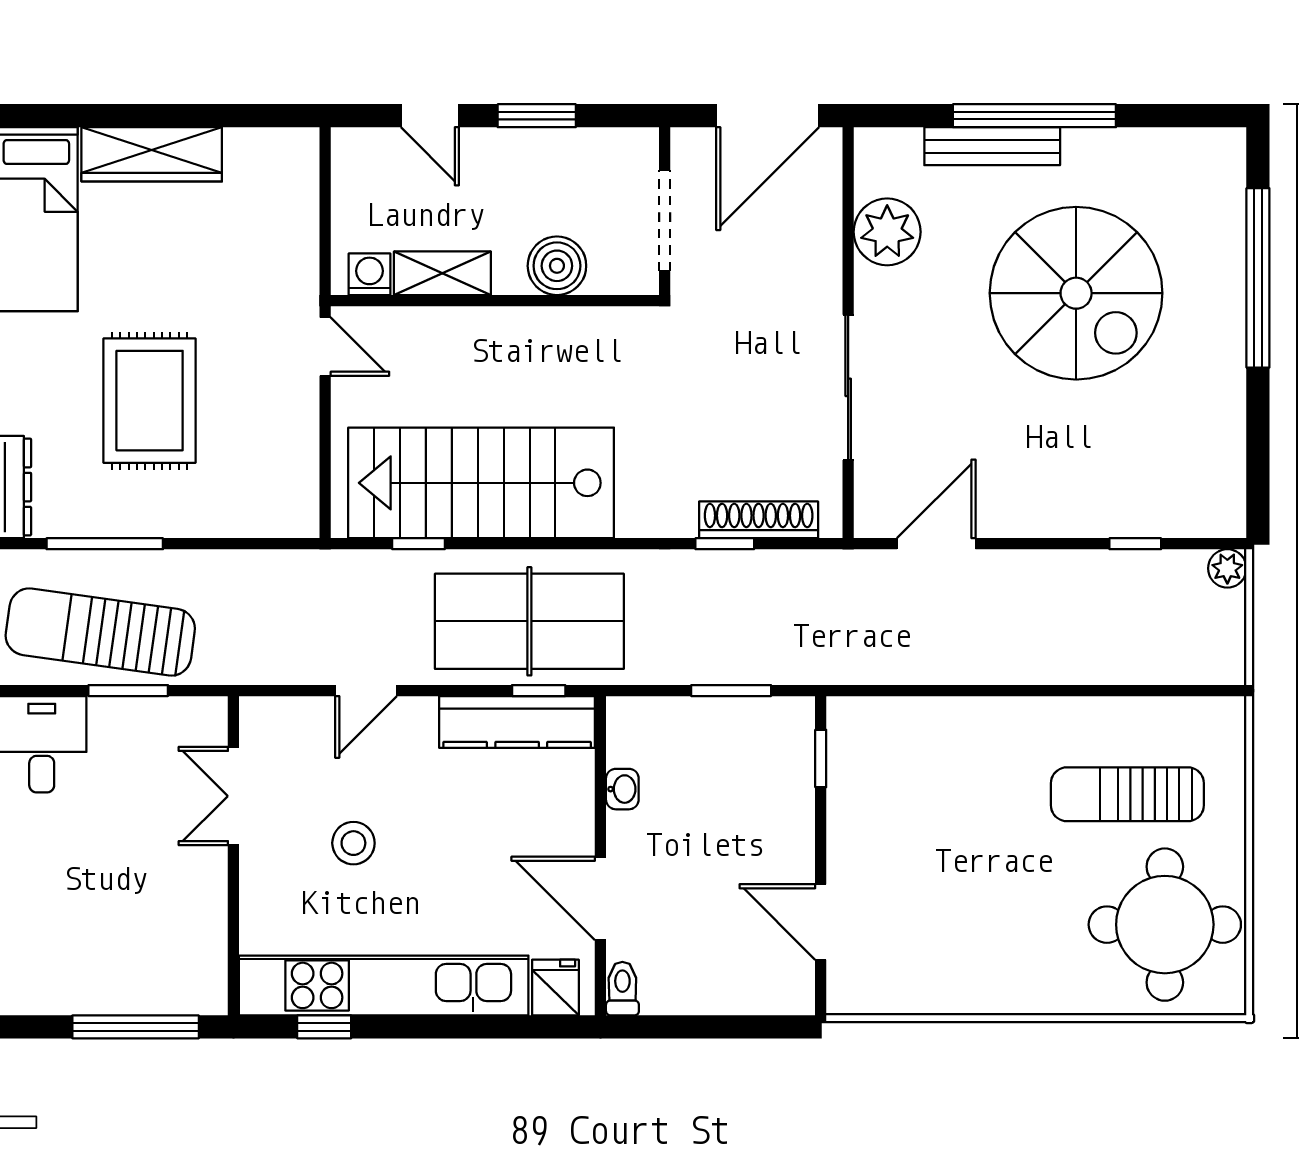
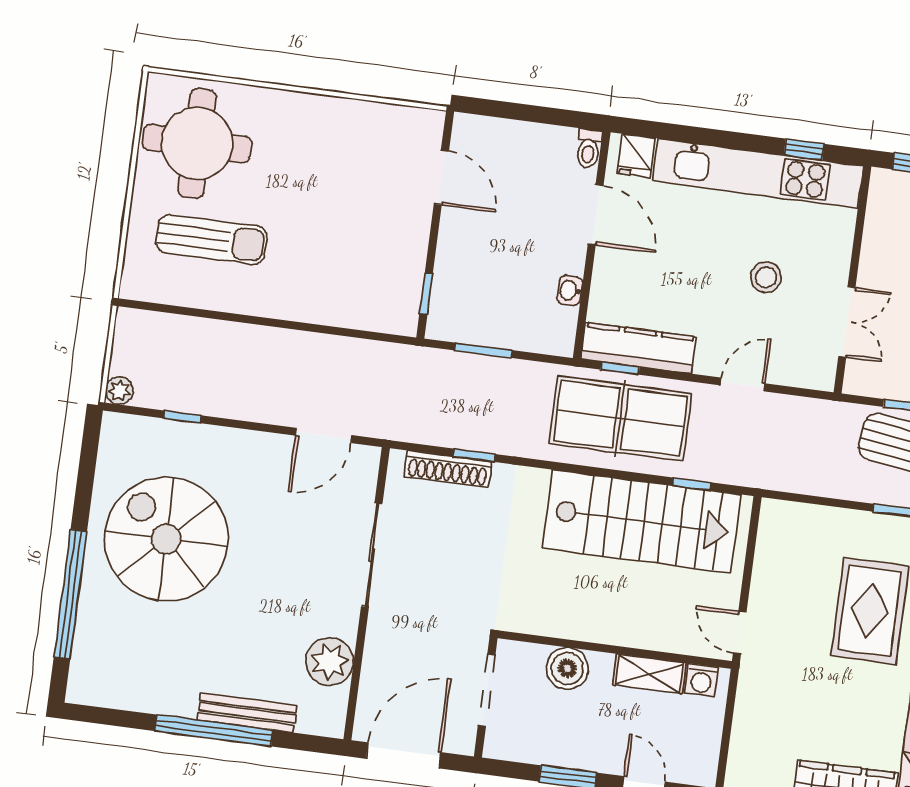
spiral stairs: (1076, 293) -> (166, 539), moved

